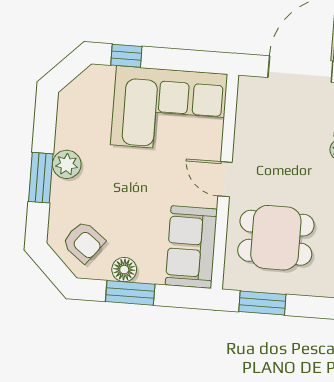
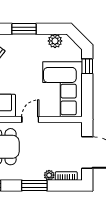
plant: (67, 164) -> (55, 41), moved

